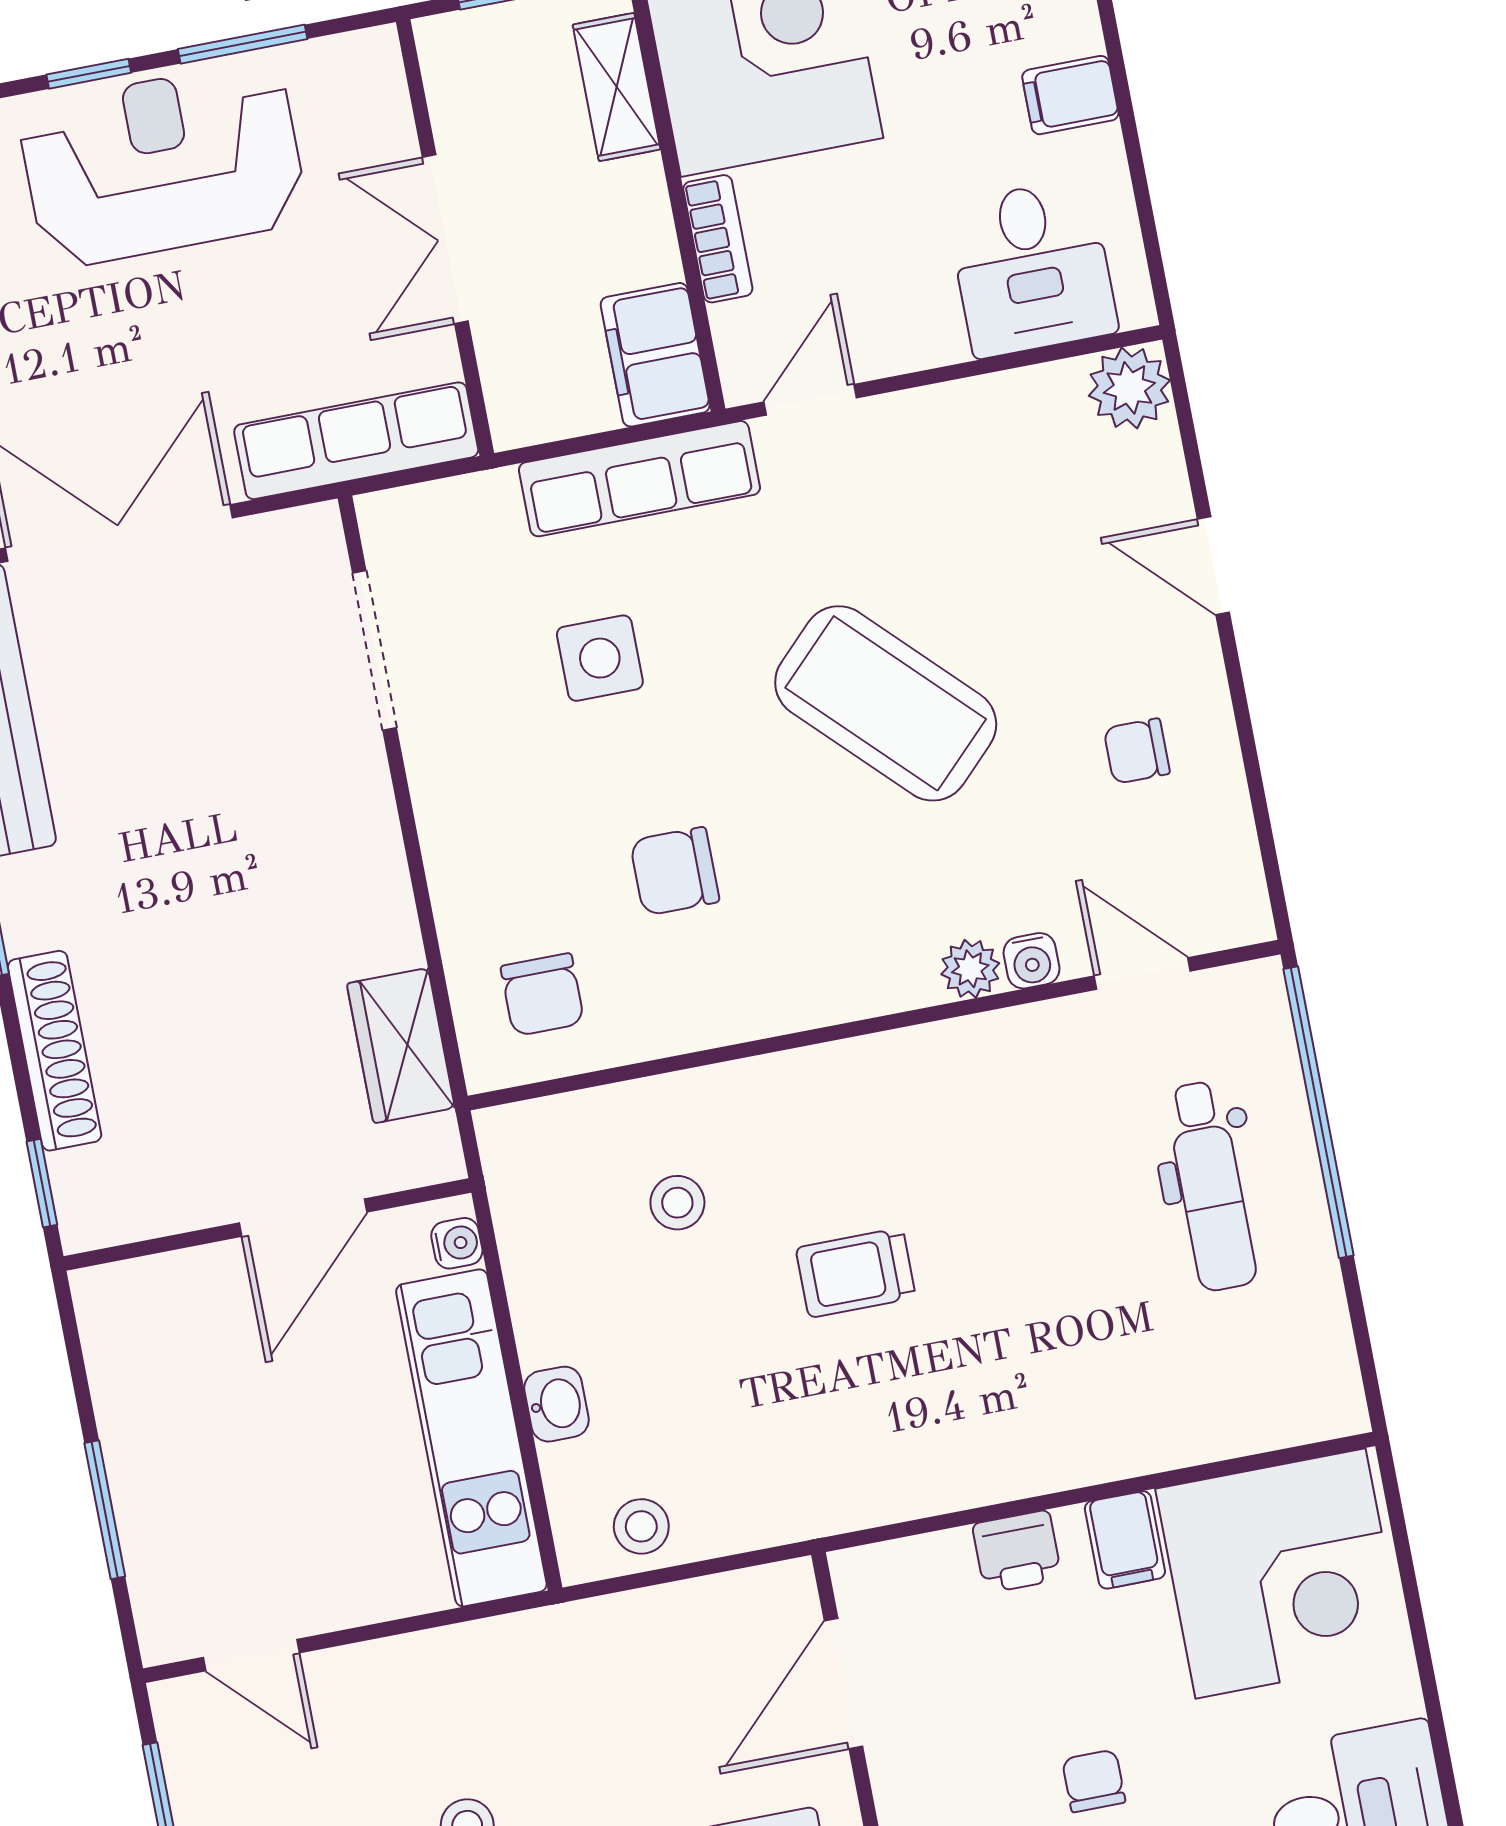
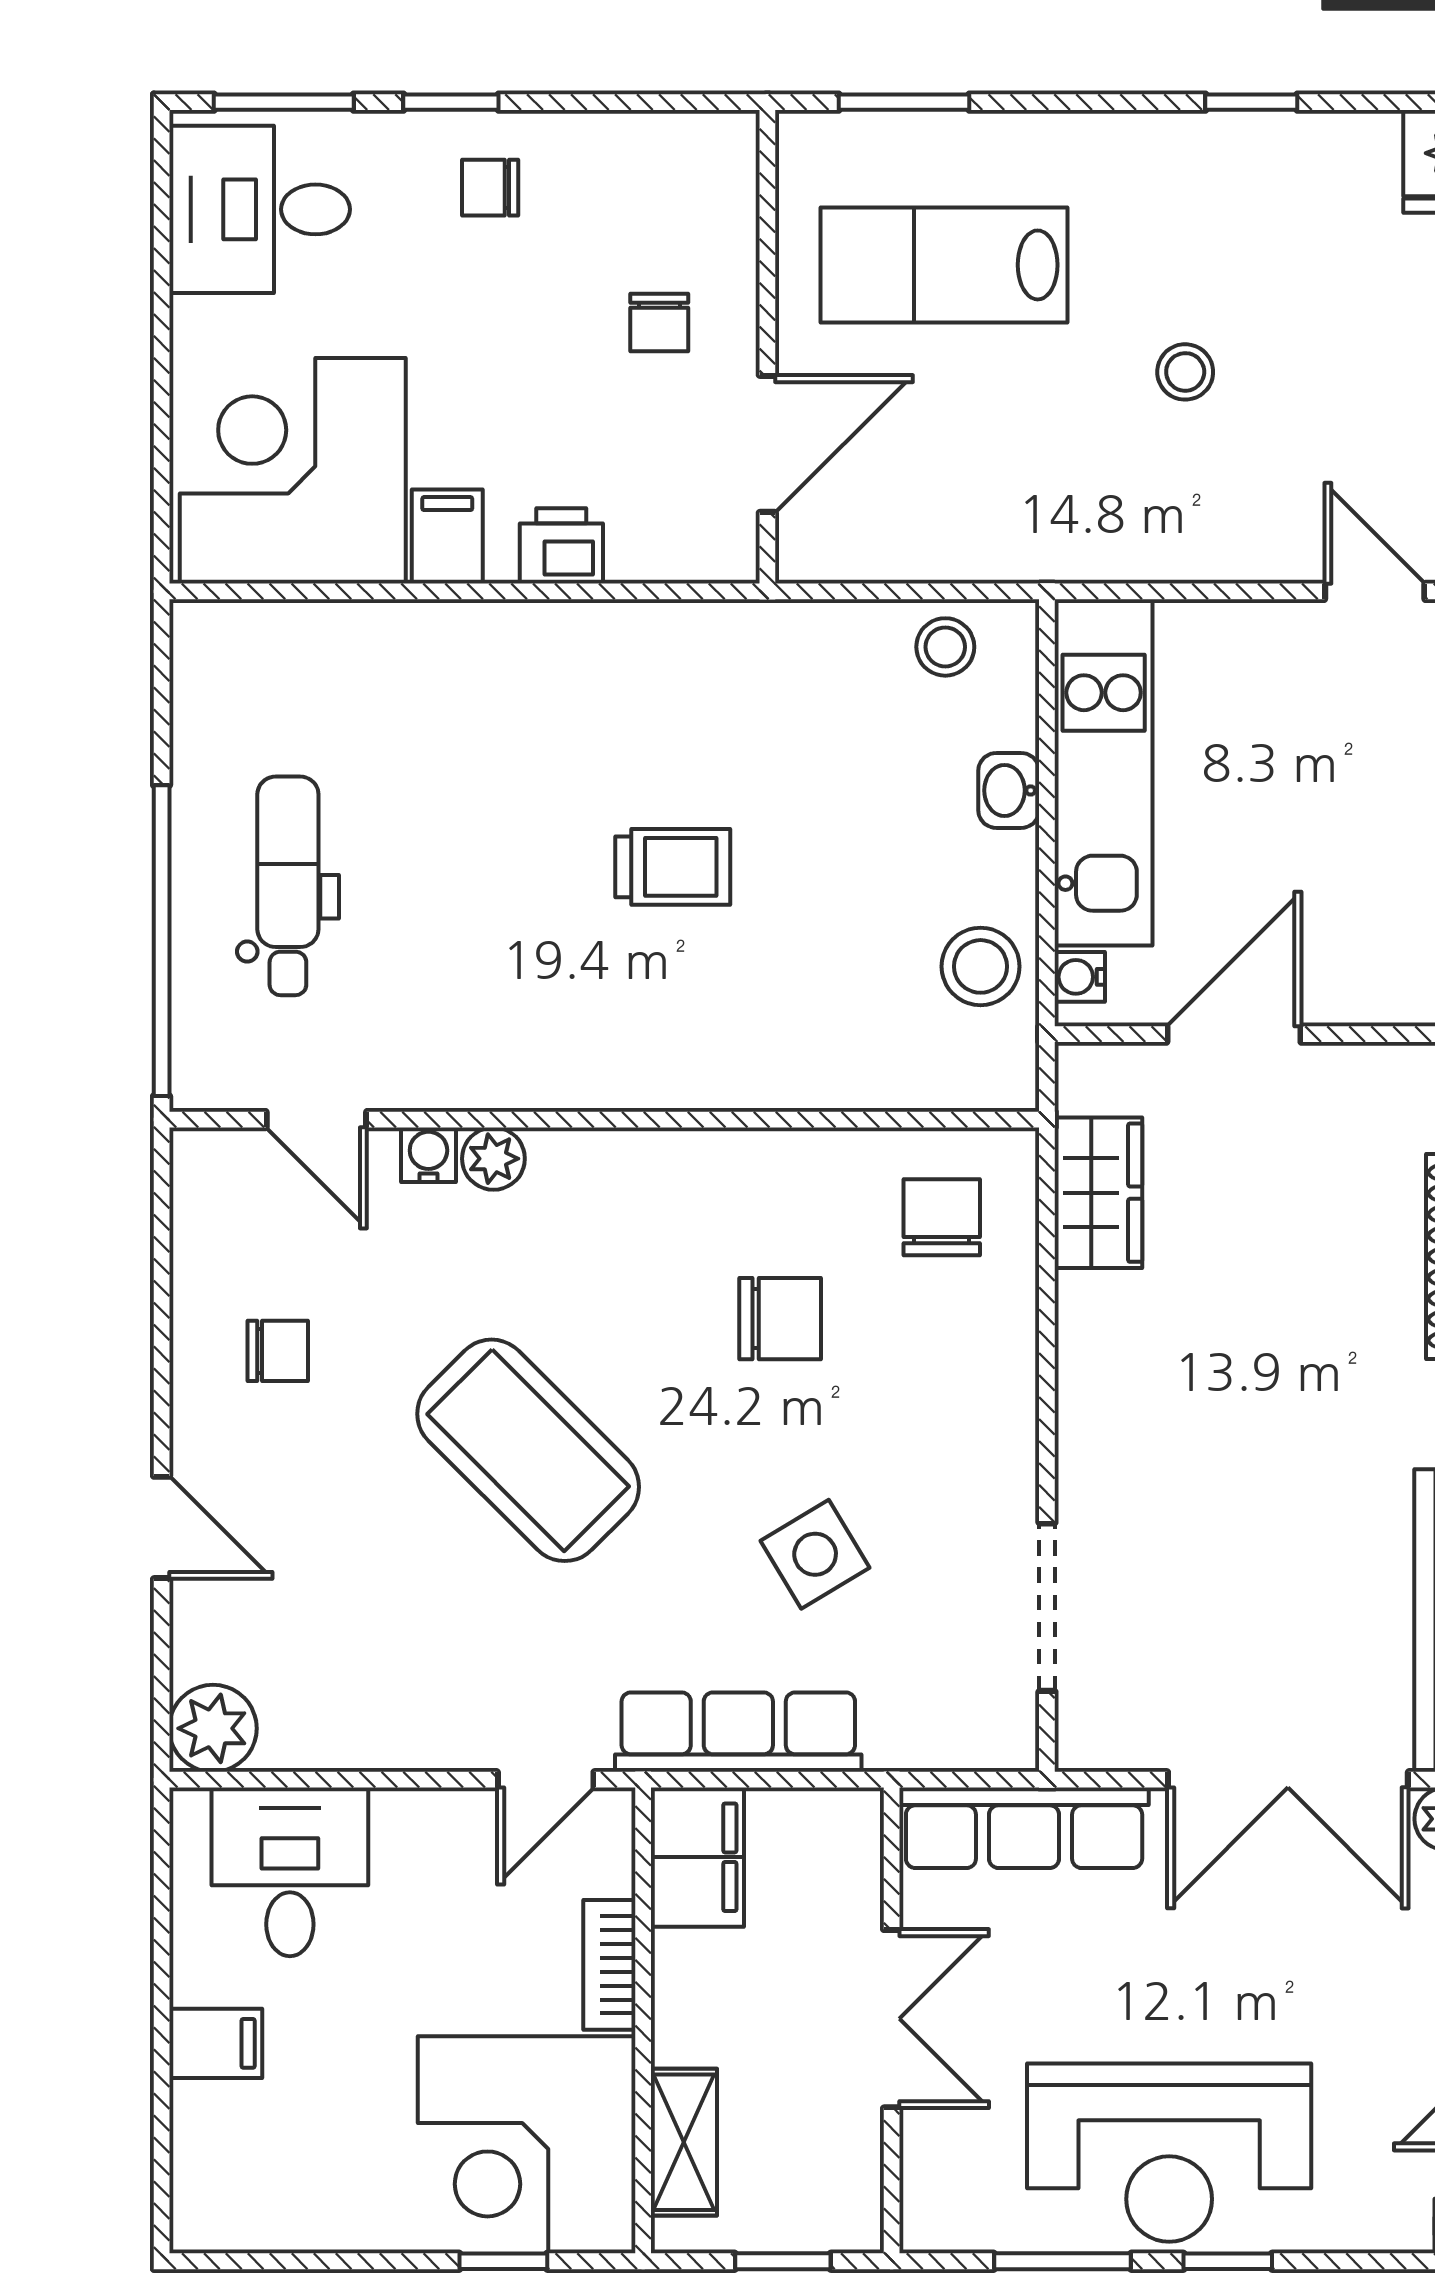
side table: (600, 658) -> (815, 1554), turned -31
stool: (677, 1203) -> (981, 966), moved, width x1.37, depth x1.37
chair: (1094, 1781) -> (659, 323), moved

